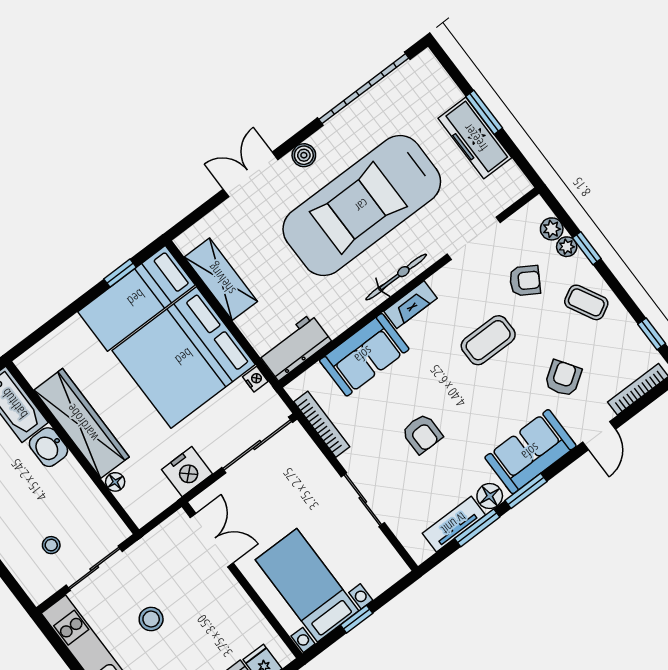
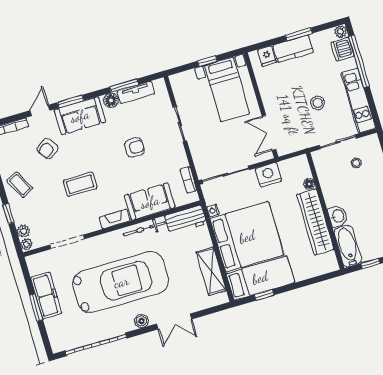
plant: (567, 247) -> (26, 244), moved
bicycle: (396, 277) -> (144, 229), moved
armchair: (525, 281) -> (48, 209), removed
bookcase: (322, 424) -> (188, 180), width x0.64
armchair: (422, 434) -> (134, 147), turned 90
window: (526, 491) -> (71, 101), moved

